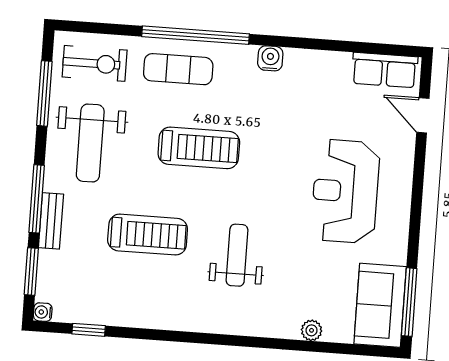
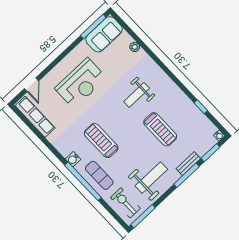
water cooler: (270, 58) -> (73, 159), moved
row of seats: (385, 70) -> (35, 117), width x1.48
window: (44, 93) -> (143, 216), moved
treadmill: (199, 148) -> (101, 141), moved
treadmill: (148, 235) -> (160, 129), turned 180
window: (89, 330) -> (201, 107), moved

